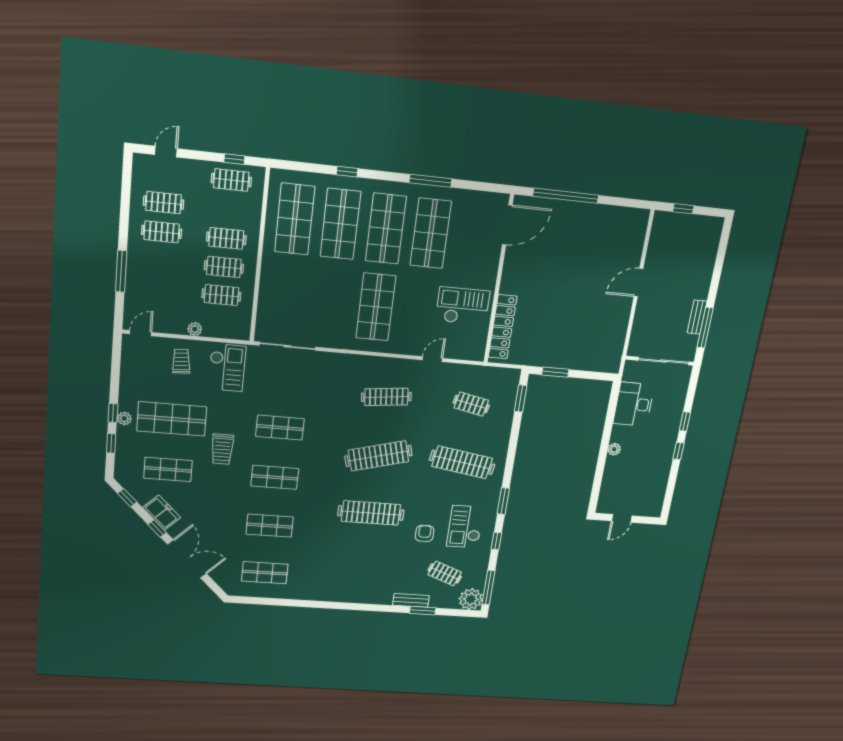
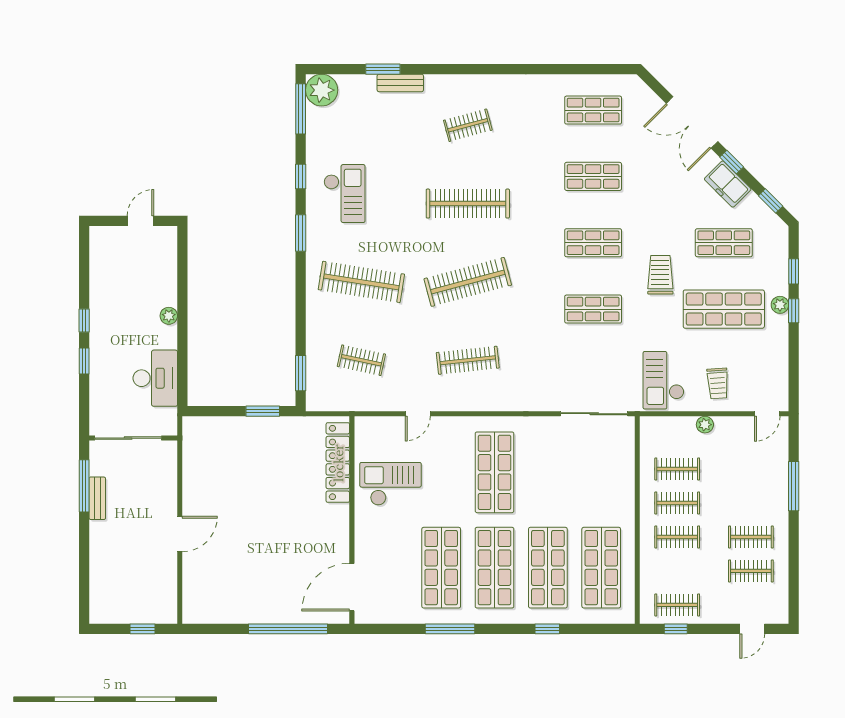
checkout: (463, 306) -> (391, 484), turned 180
armchair: (425, 533) -> (395, 180), removed
clothes rail: (445, 573) -> (468, 125), moved, turned -36

